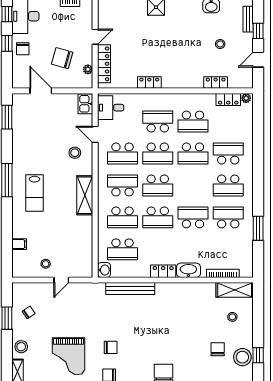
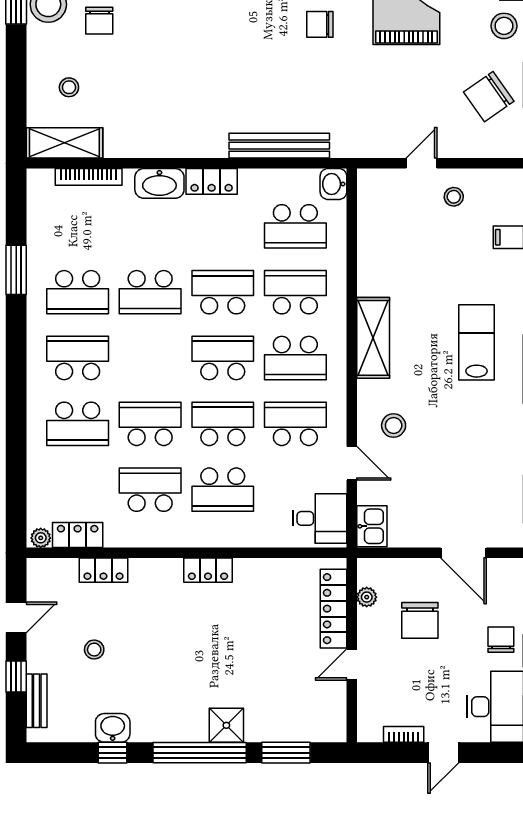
chair: (62, 58) -> (420, 620), turned 74
locker: (149, 83) -> (208, 570), moved
school desk: (123, 249) -> (295, 226), turned 180
chair: (29, 312) -> (489, 97), width x1.87, depth x1.87

